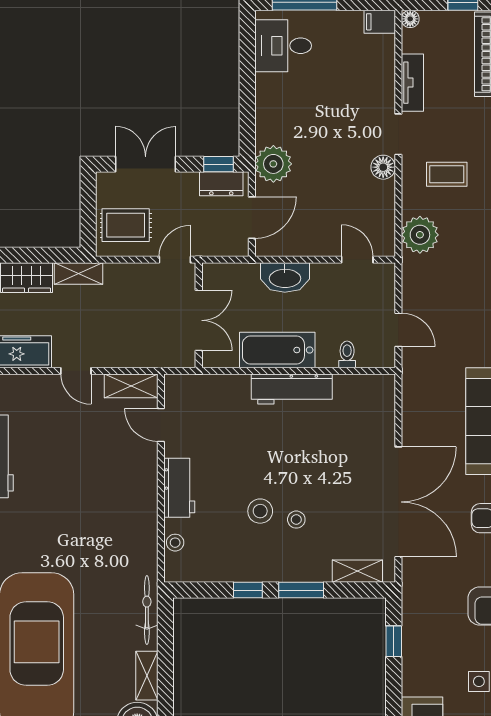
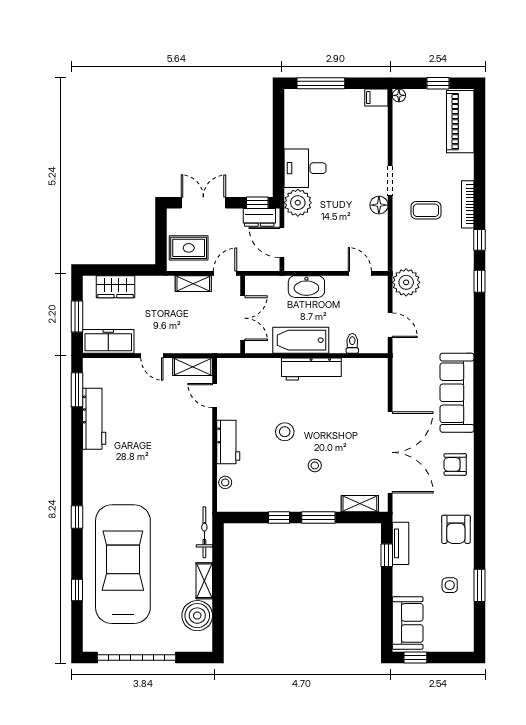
desk: (283, 46) -> (305, 168), moved
tv unit: (412, 83) -> (401, 543), moved
door: (252, 218) -> (282, 242), swing flipped
plant: (420, 235) -> (406, 282), moved
shelving: (79, 274) -> (193, 284), moved
stool: (260, 511) -> (285, 432), moved

